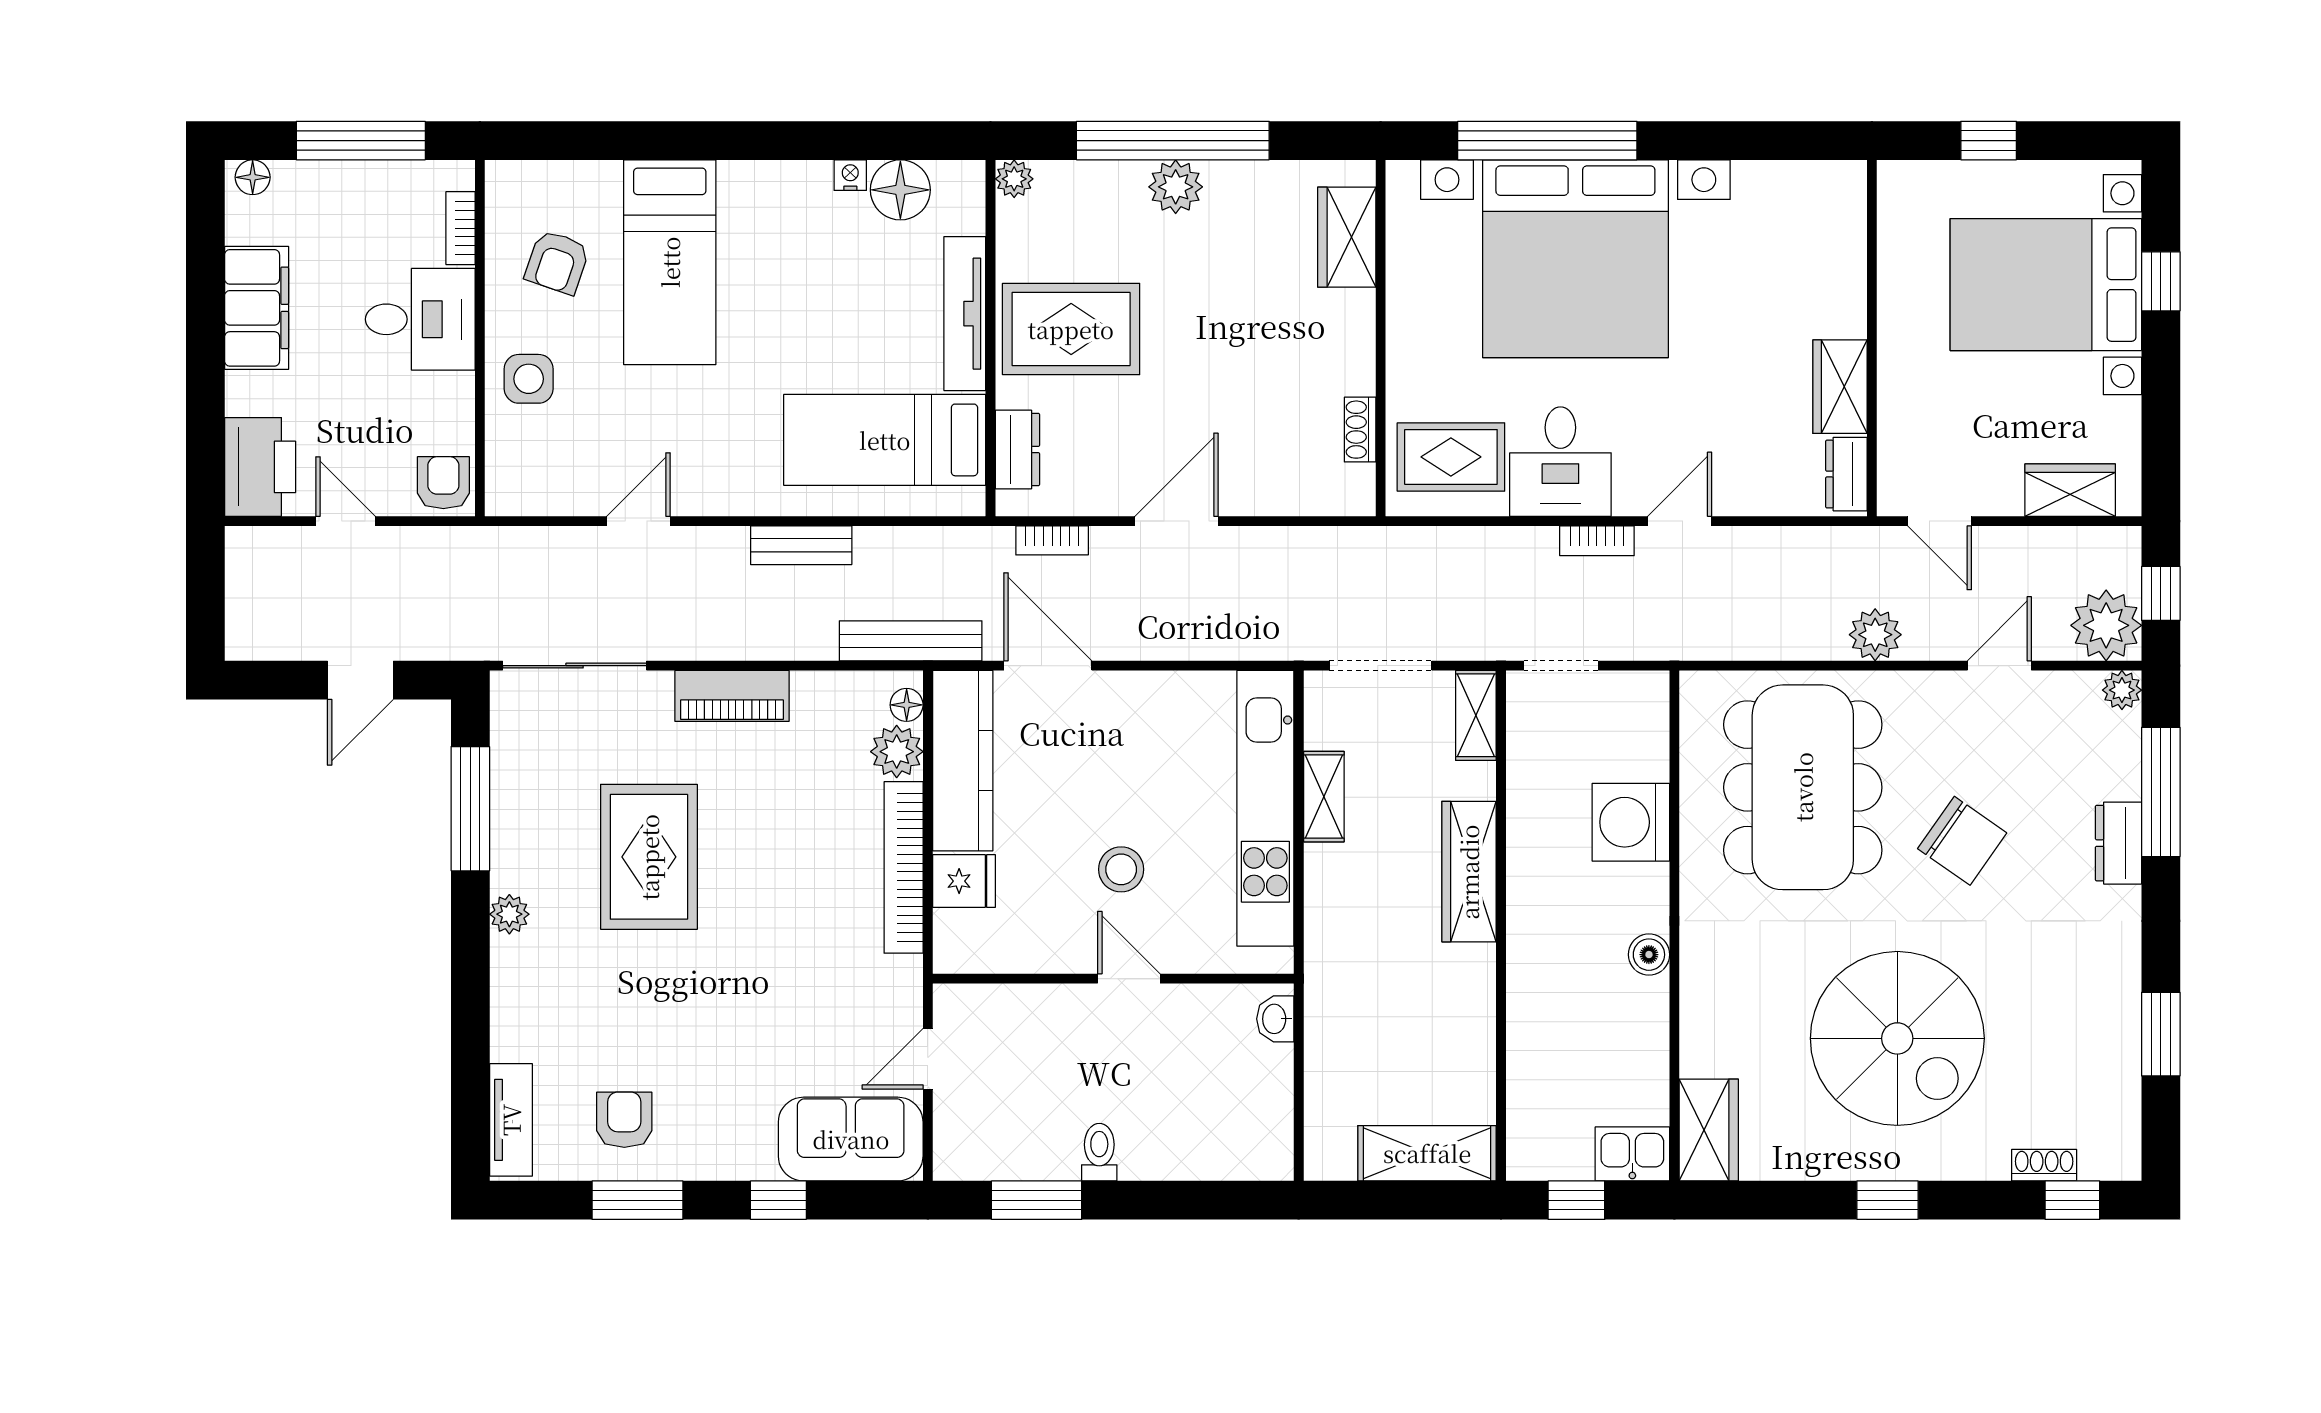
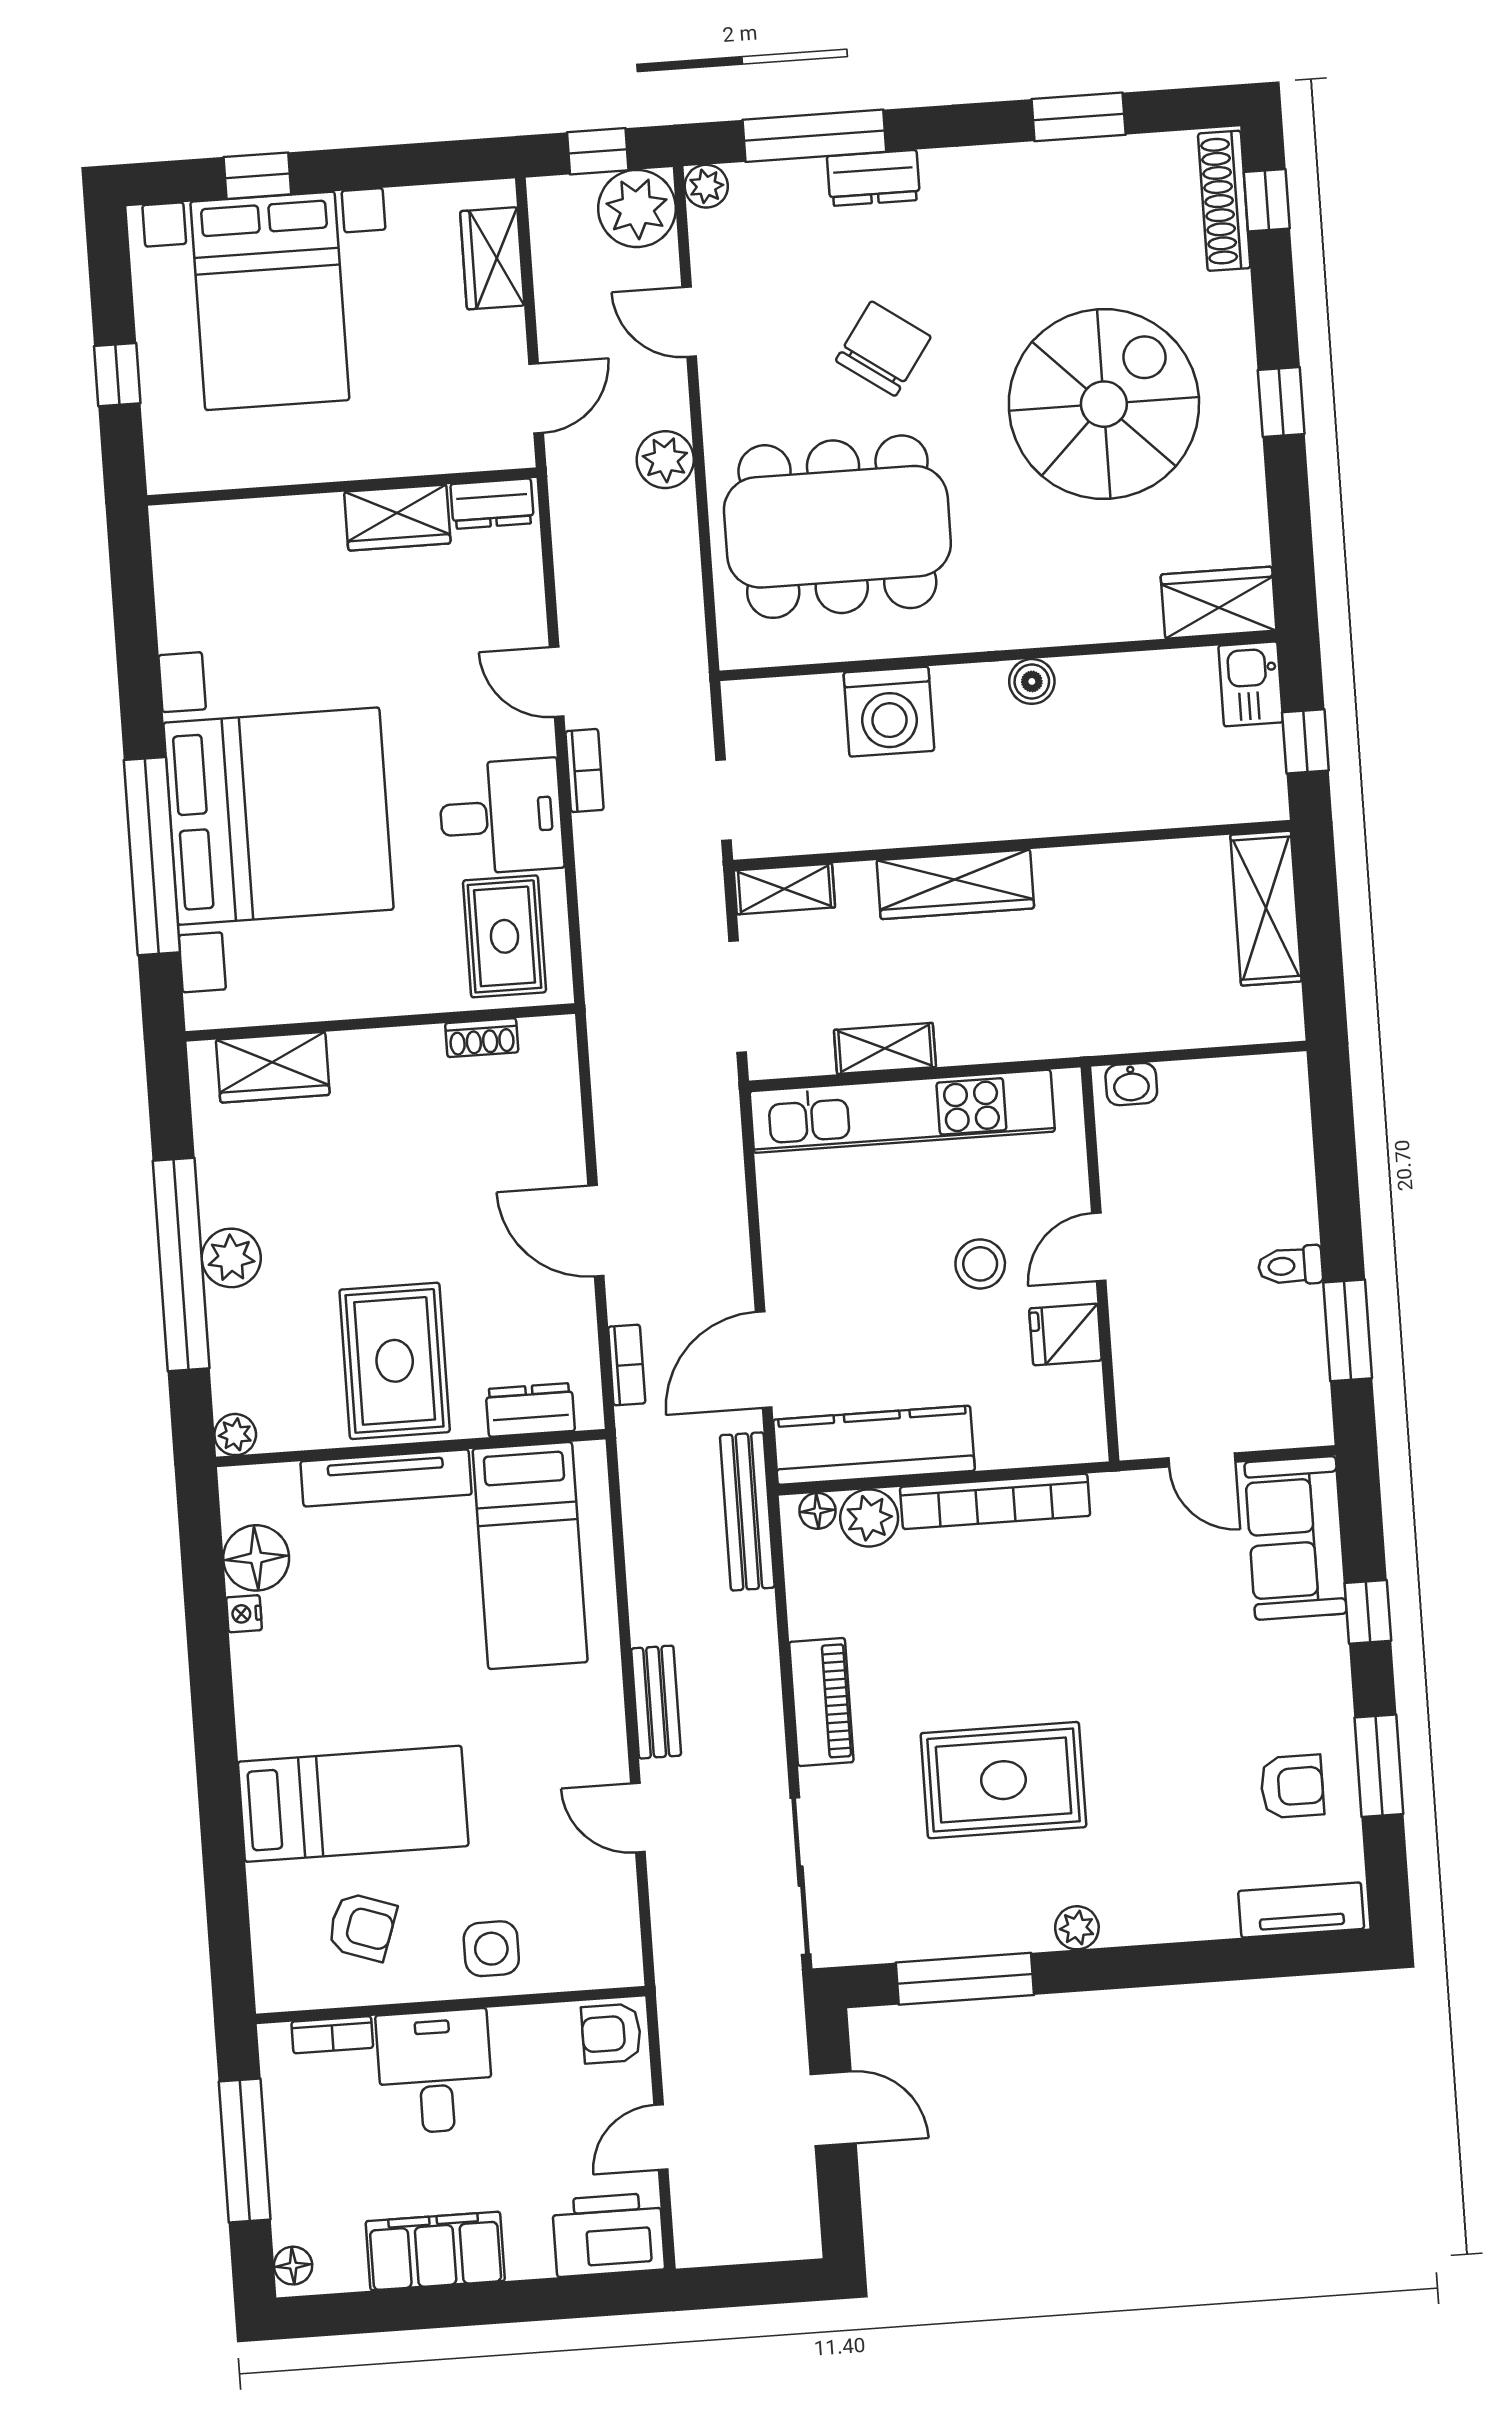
bench: (801, 545) -> (656, 1702), moved
fridge: (964, 881) -> (1065, 1334), moved, turned -90
armchair: (624, 1120) -> (1292, 1786), turned 180
shoe rack: (2044, 1165) -> (1224, 201), width x1.94, depth x1.24

